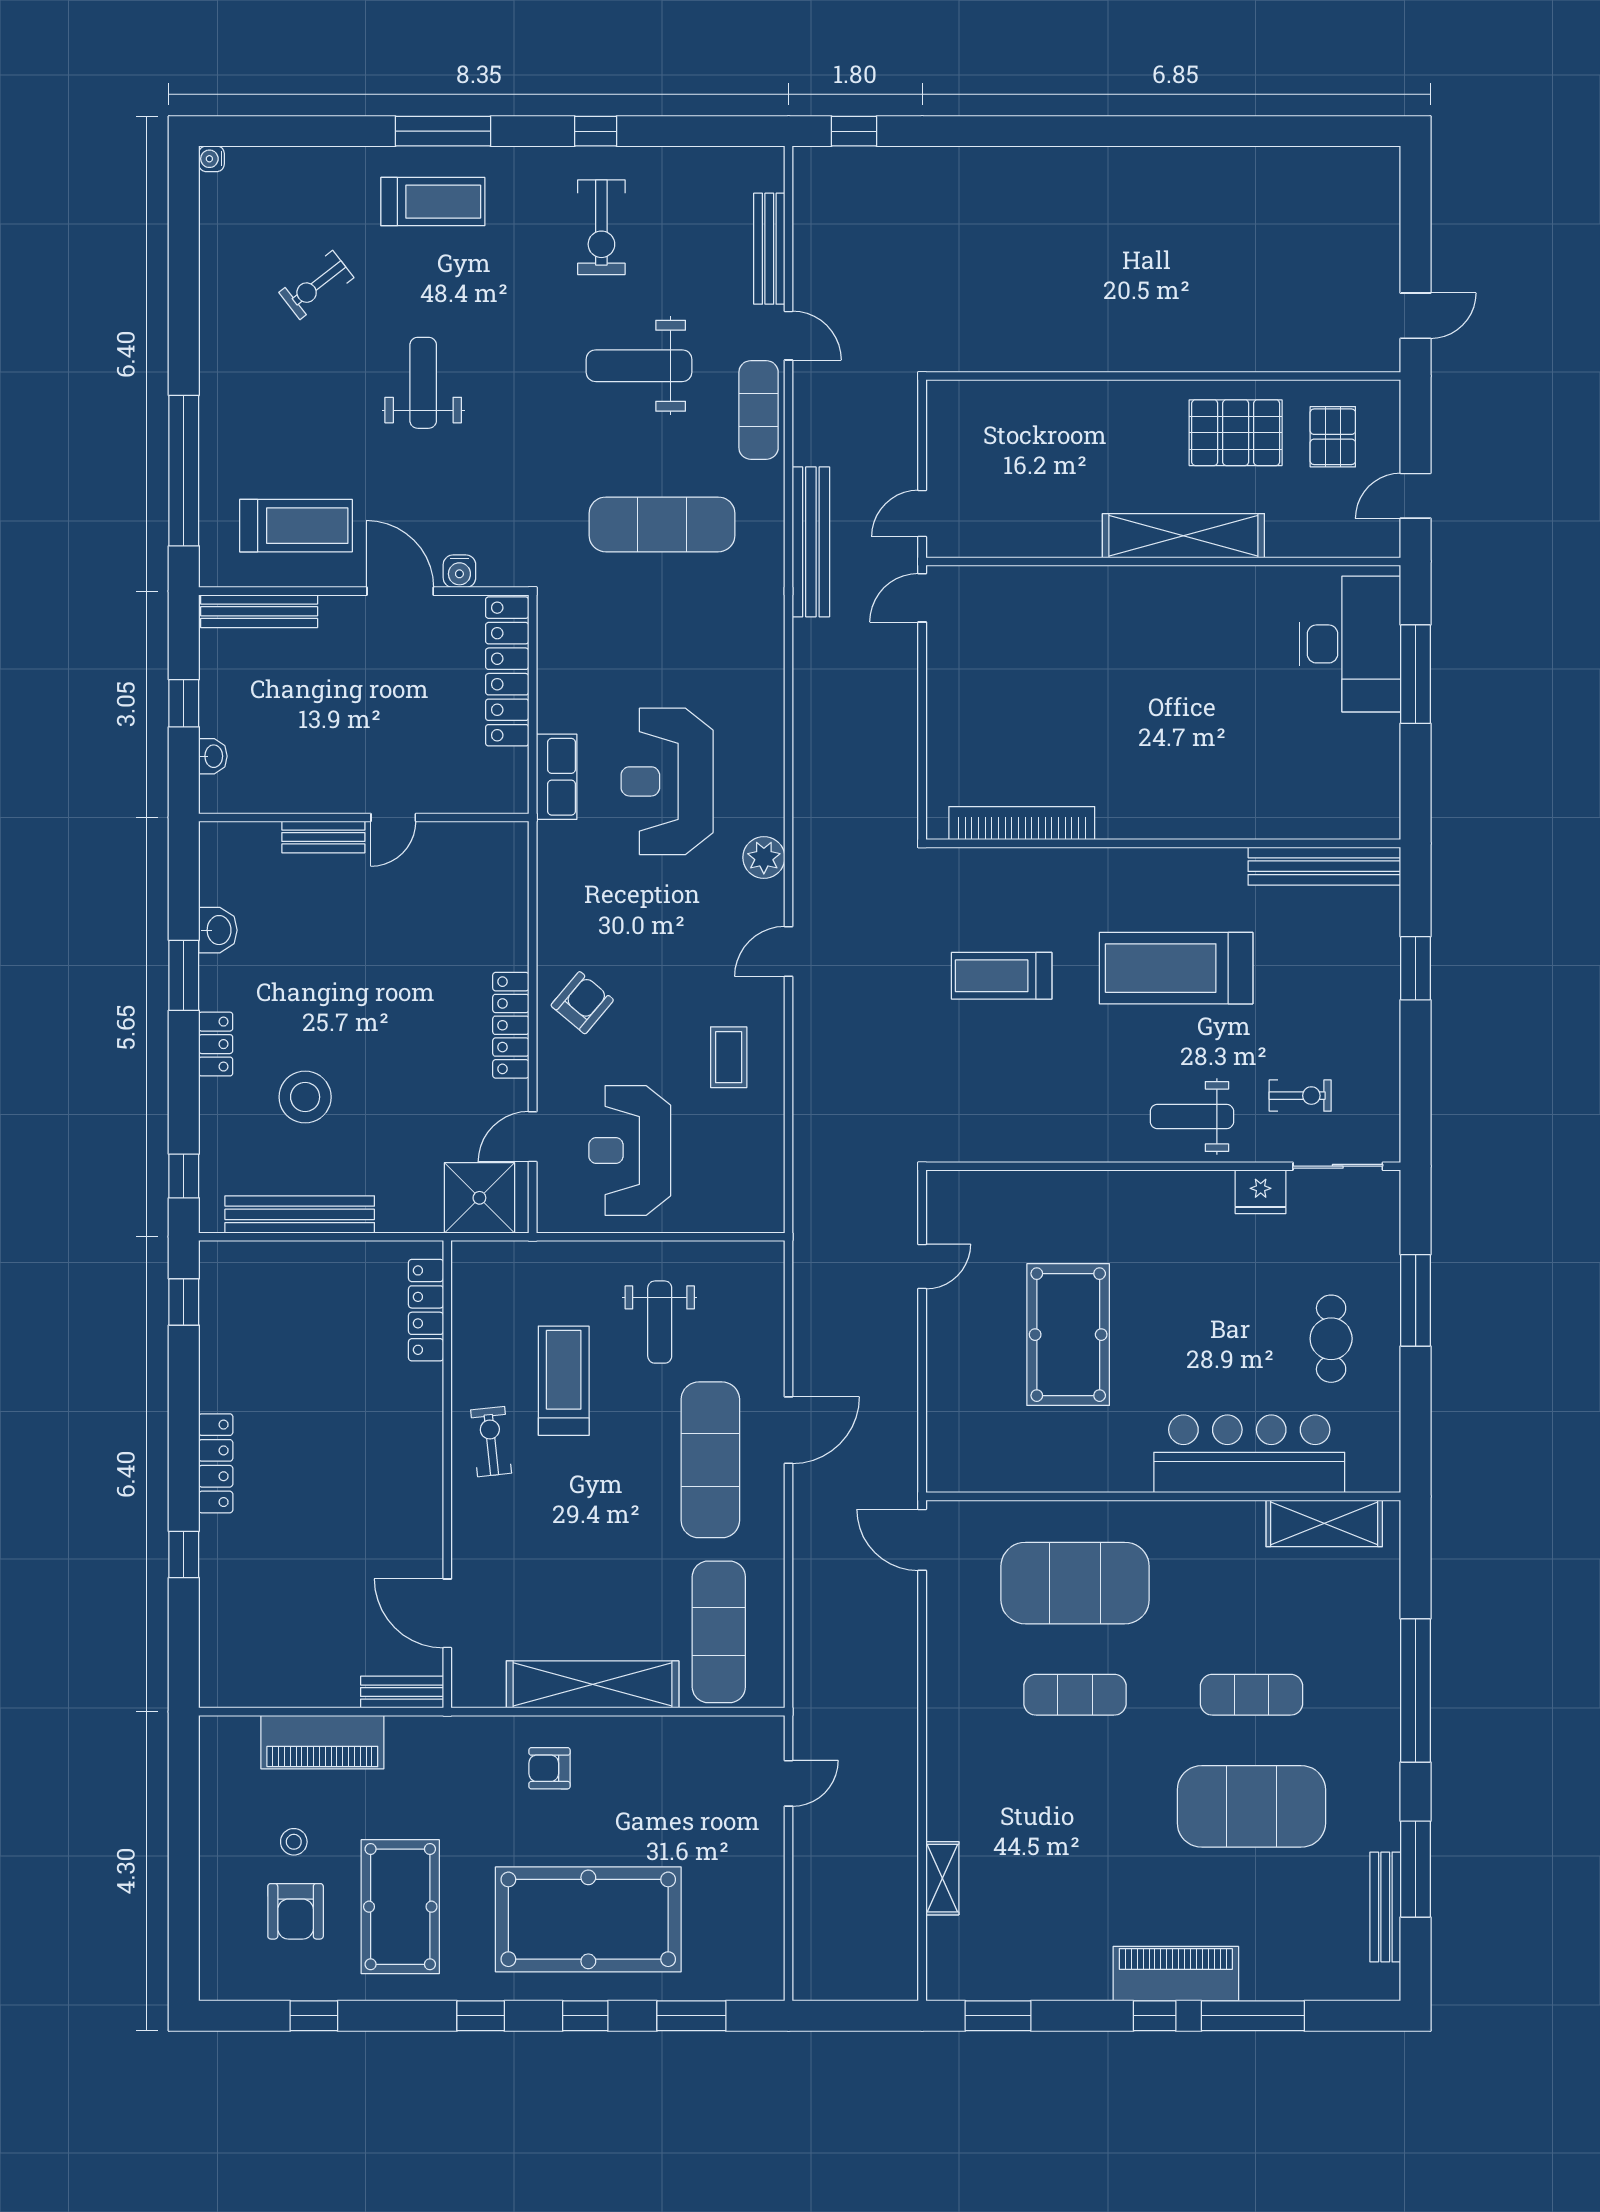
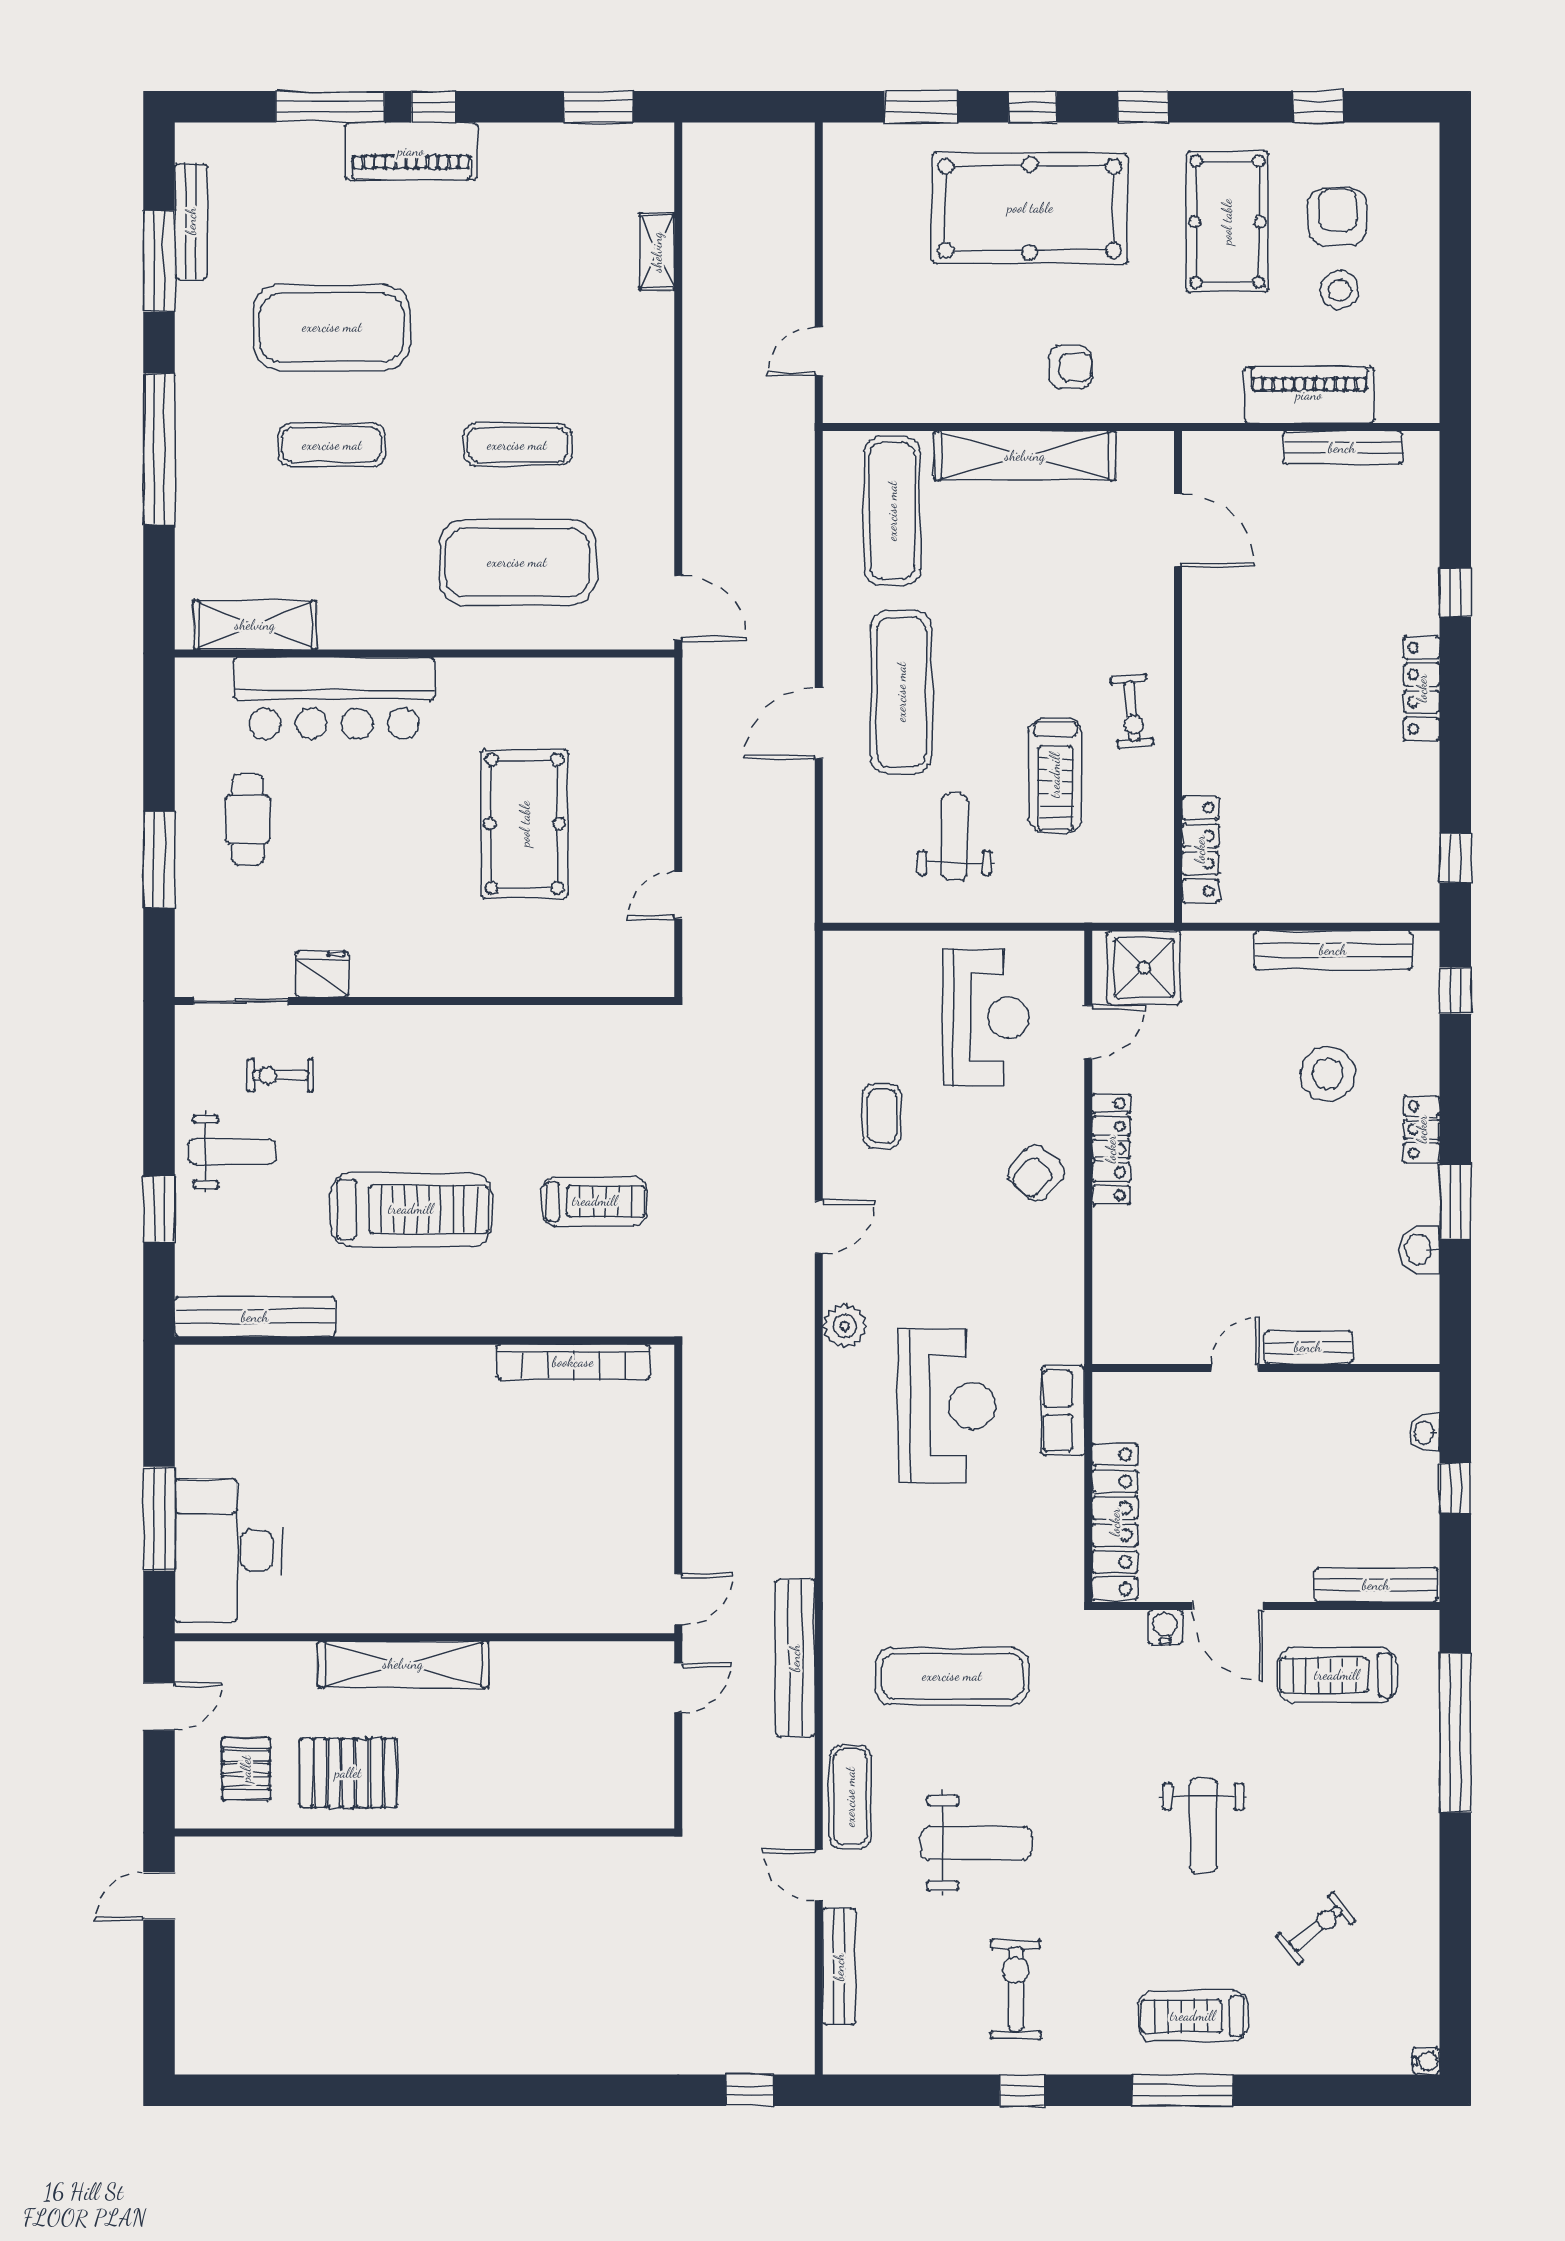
weight bench: (1192, 1117) -> (232, 1152), moved
bench: (402, 1692) -> (1342, 448), moved, width x1.36
stool: (294, 1842) -> (1339, 290), width x1.37, depth x1.37

